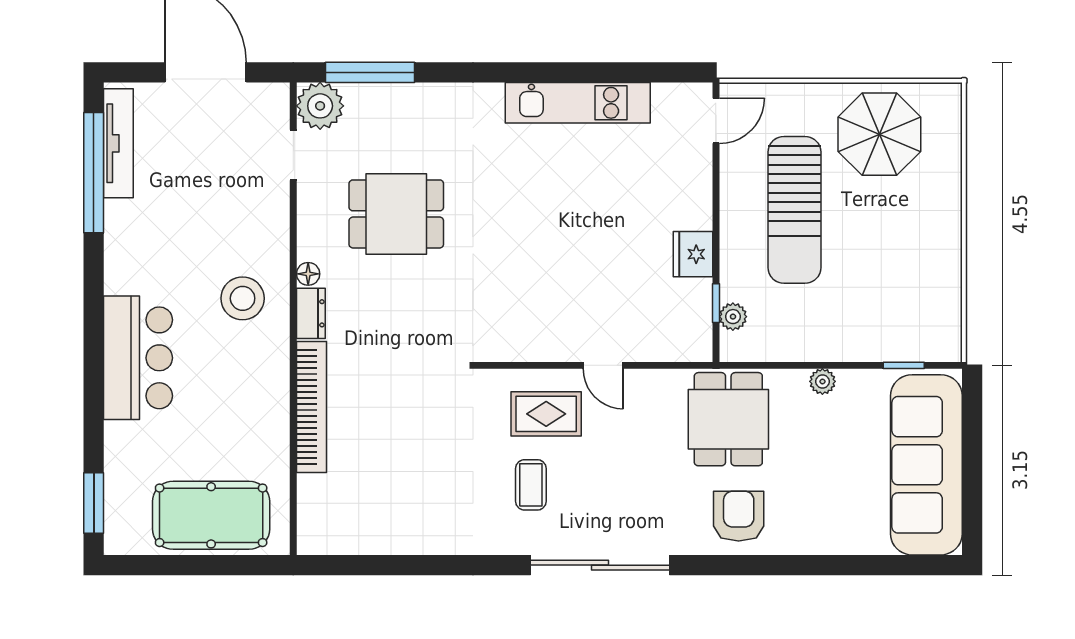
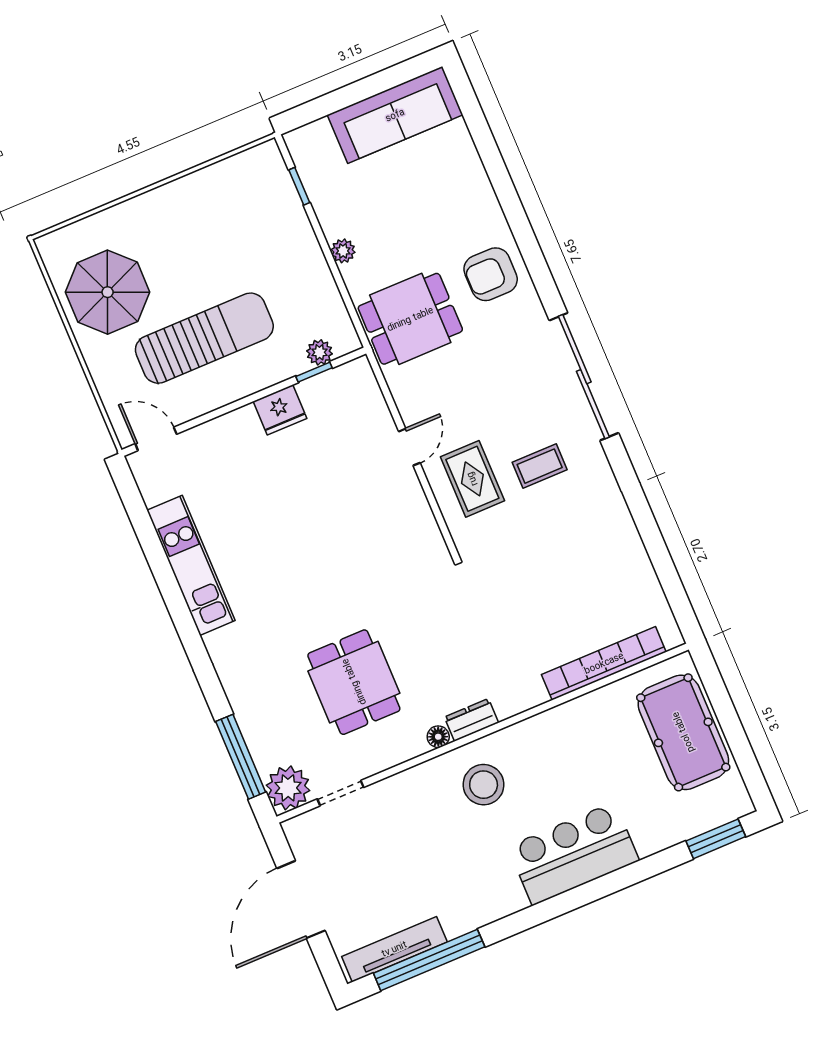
bookcase: (312, 407) -> (604, 663), moved
sofa: (926, 465) -> (395, 115), width x0.74, depth x0.79

